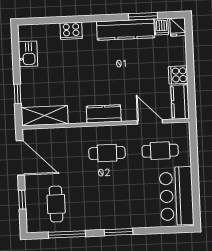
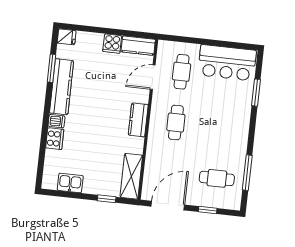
dishwasher: (162, 27) -> (56, 121), moved
window: (119, 232) -> (256, 93), moved

